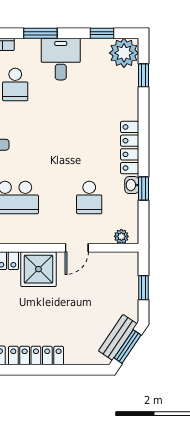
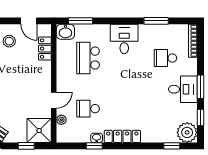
window: (40, 33) -> (200, 87), moved
plant: (121, 236) -> (61, 120), moved
door: (77, 248) -> (54, 100), swing flipped
shower: (38, 269) -> (39, 131), moved

